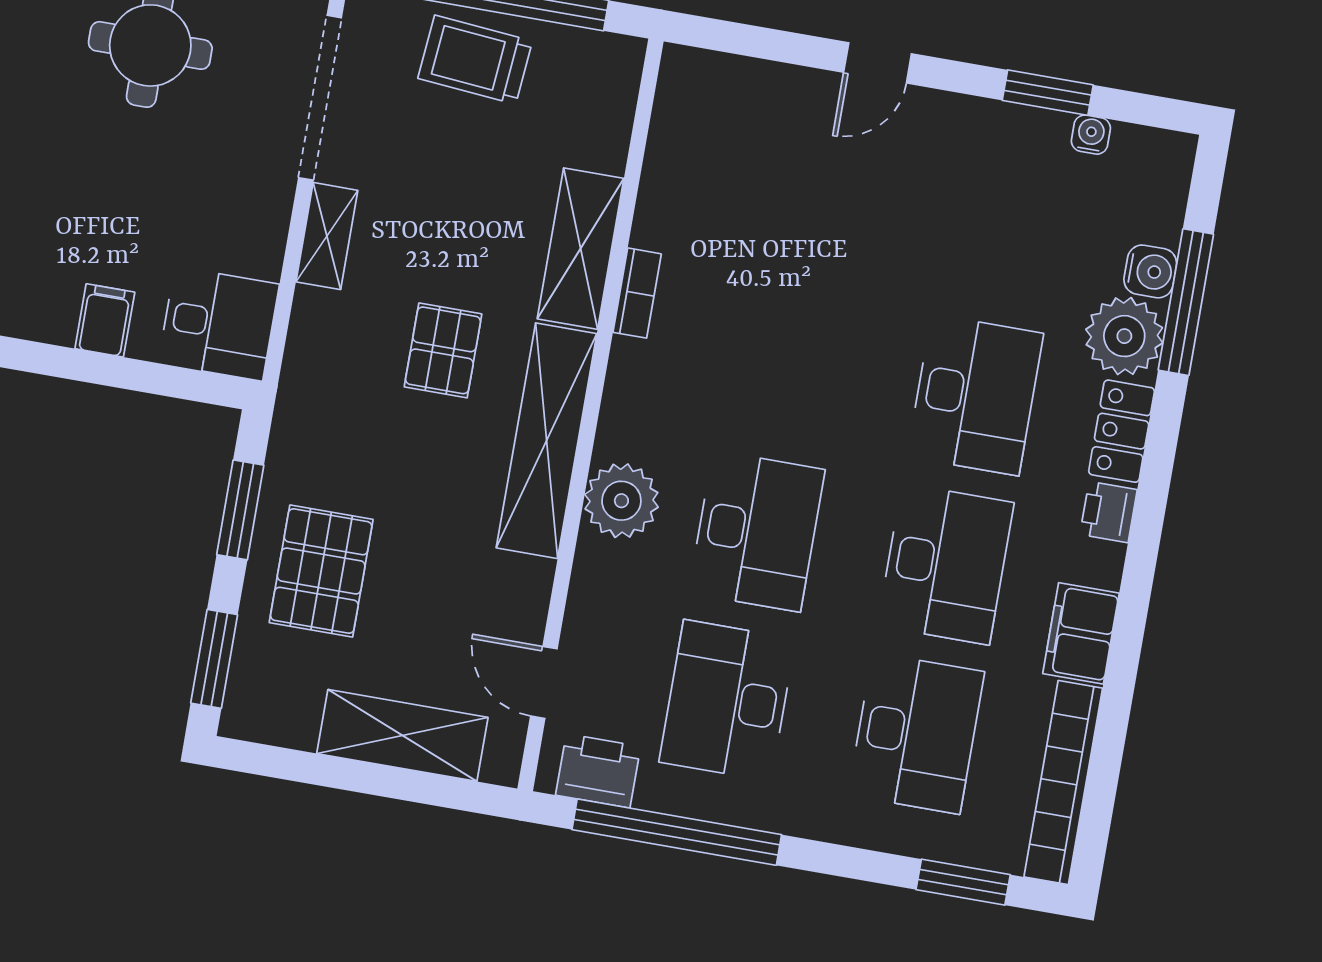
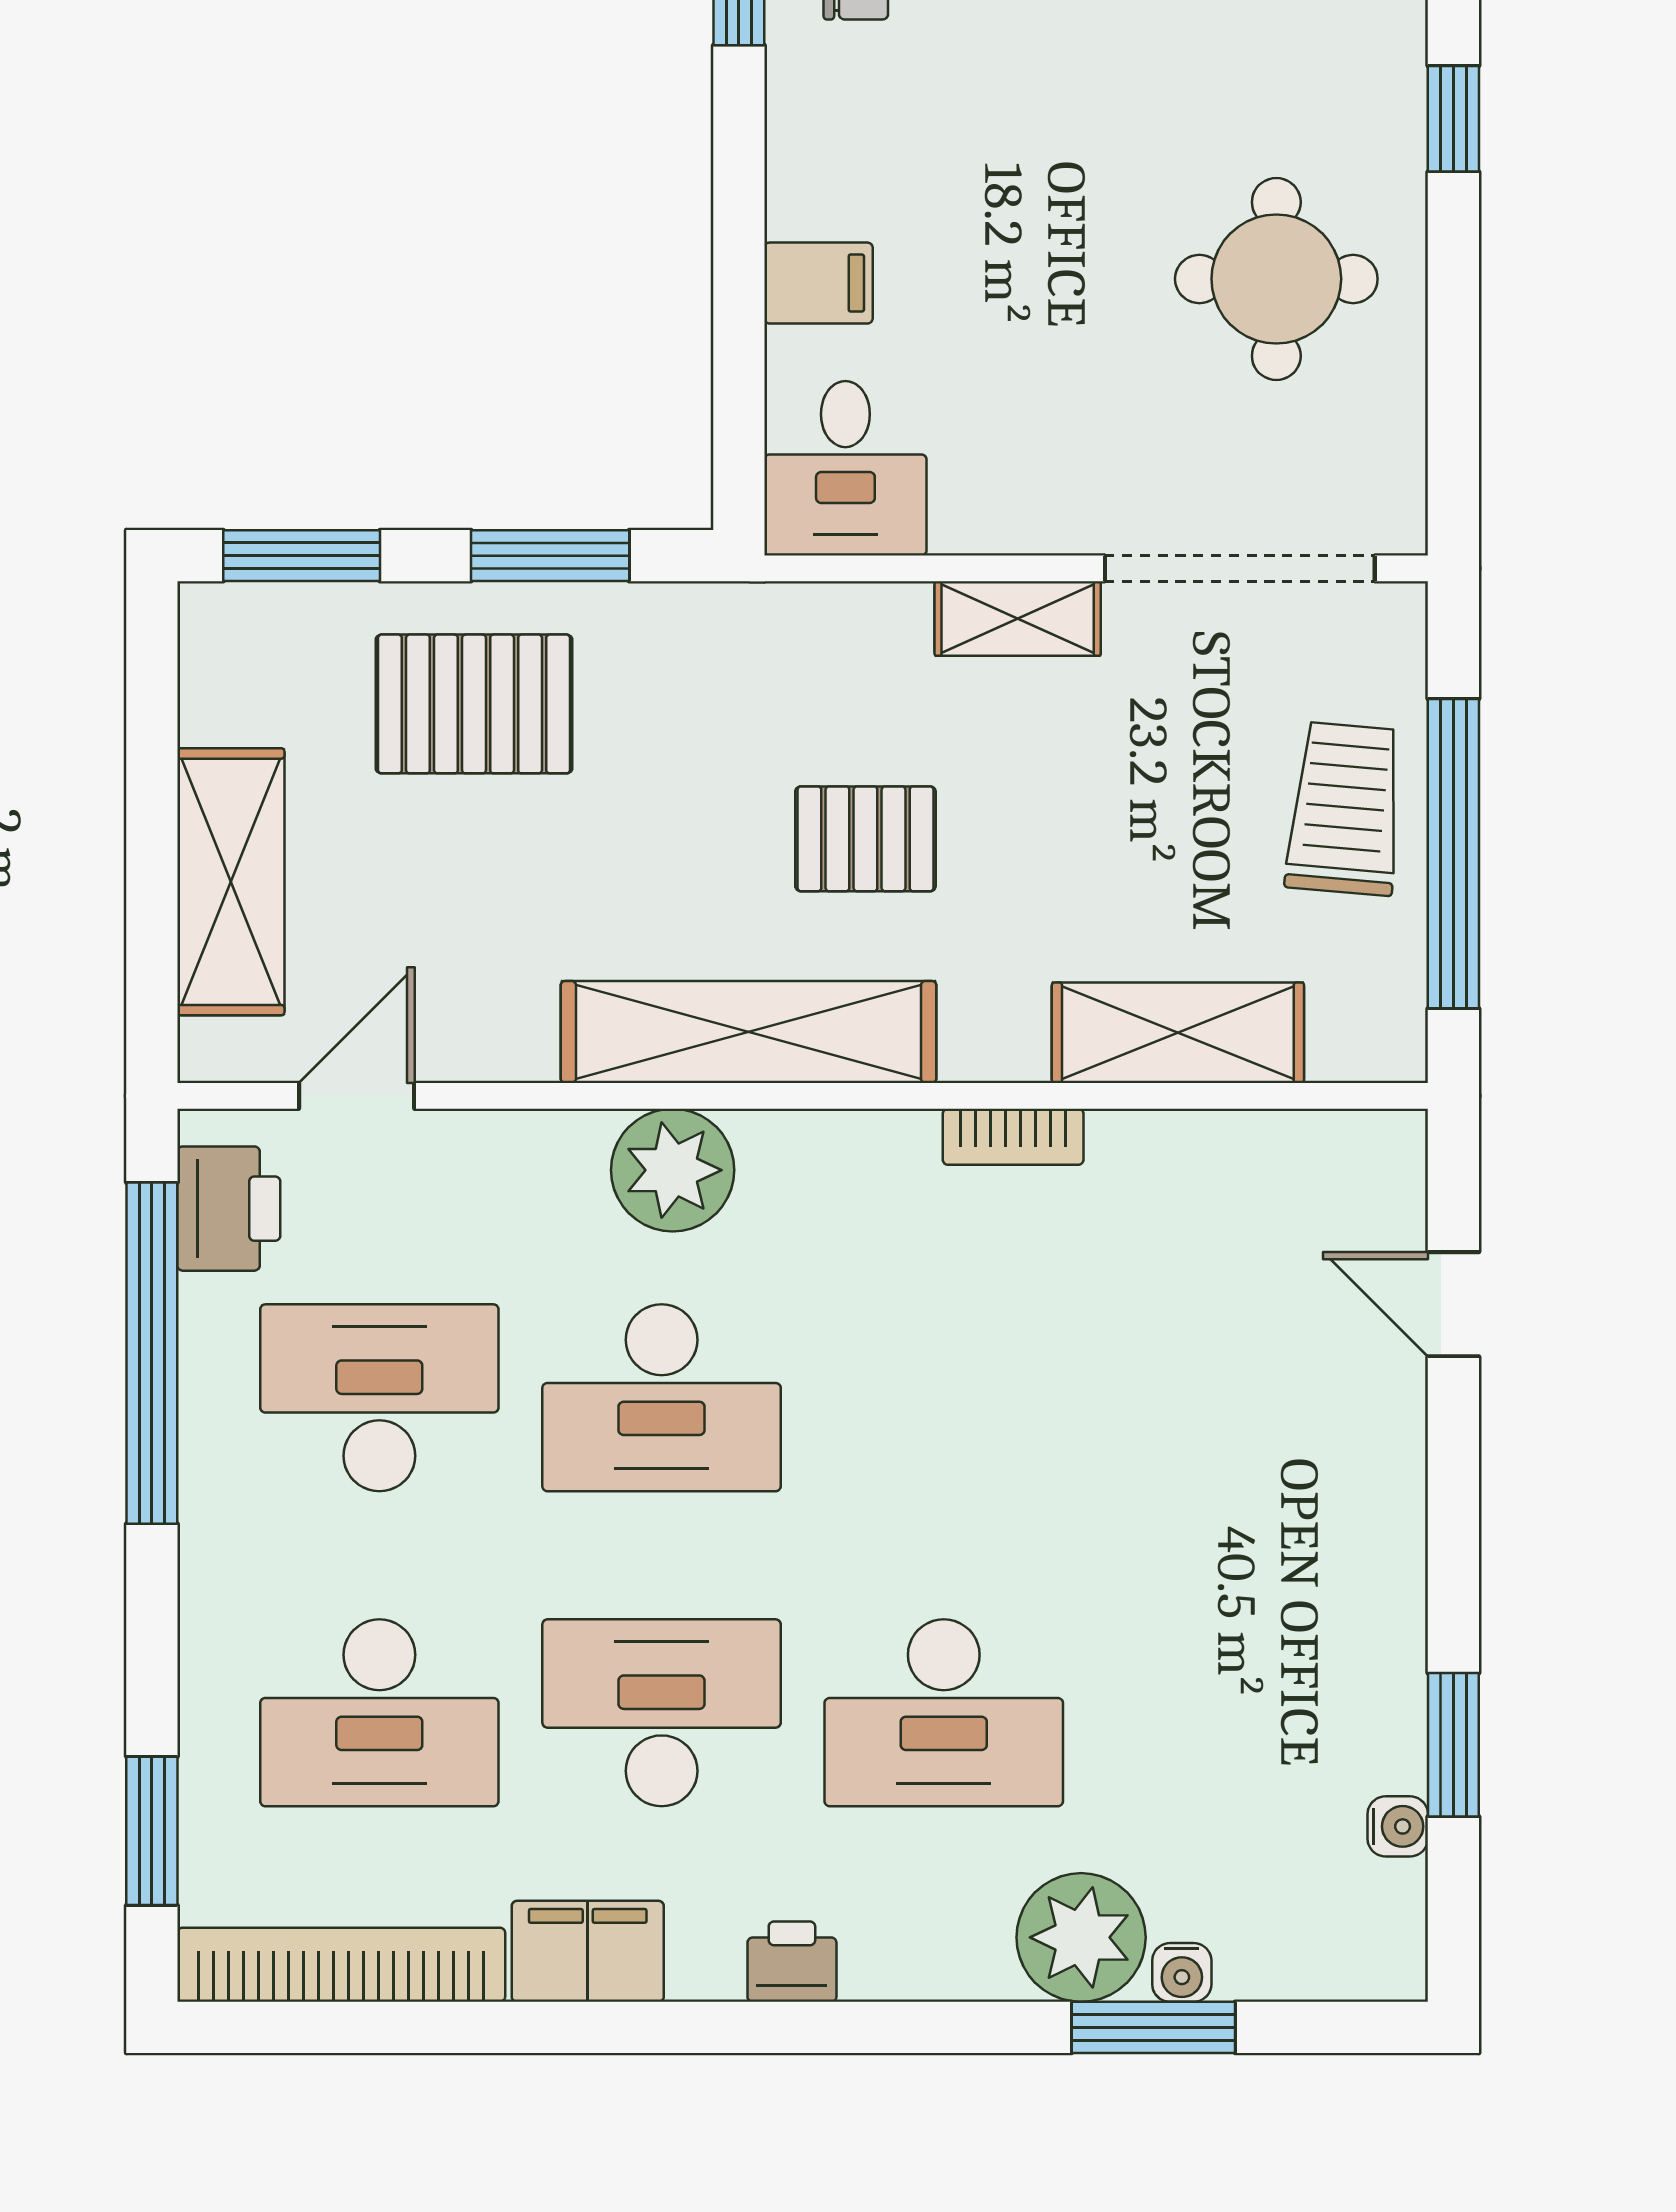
door: (878, 63) -> (1453, 1304), moved
shelving: (581, 249) -> (1178, 1033), moved
water cooler: (1150, 271) -> (1182, 1972), width x0.72, depth x0.72
window: (1186, 302) -> (1153, 2027), width x0.69
locker: (1122, 431) -> (926, 1960), removed
desk: (946, 564) -> (662, 1713), turned 180

